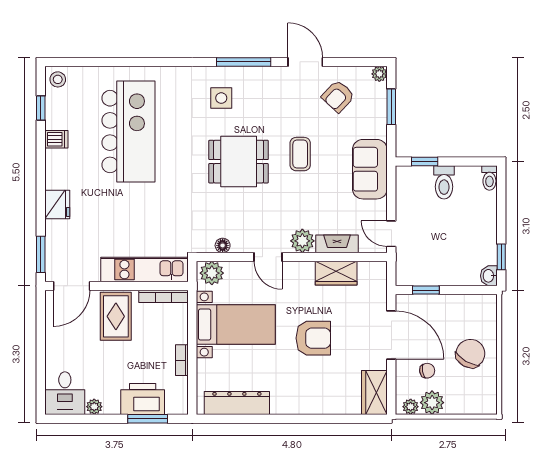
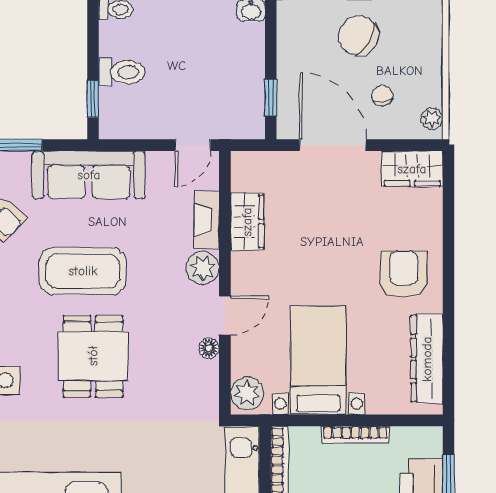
coffee table: (300, 154) -> (83, 271), width x1.86, depth x1.72
sofa: (370, 169) -> (89, 175), width x1.36
floor lamp: (223, 245) -> (209, 348), moved
door: (391, 335) -> (333, 145), hinge flipped
armchair: (313, 338) -> (404, 275), moved
bookcase: (182, 360) -> (355, 435), width x1.56
plant: (432, 403) -> (426, 89), removed

